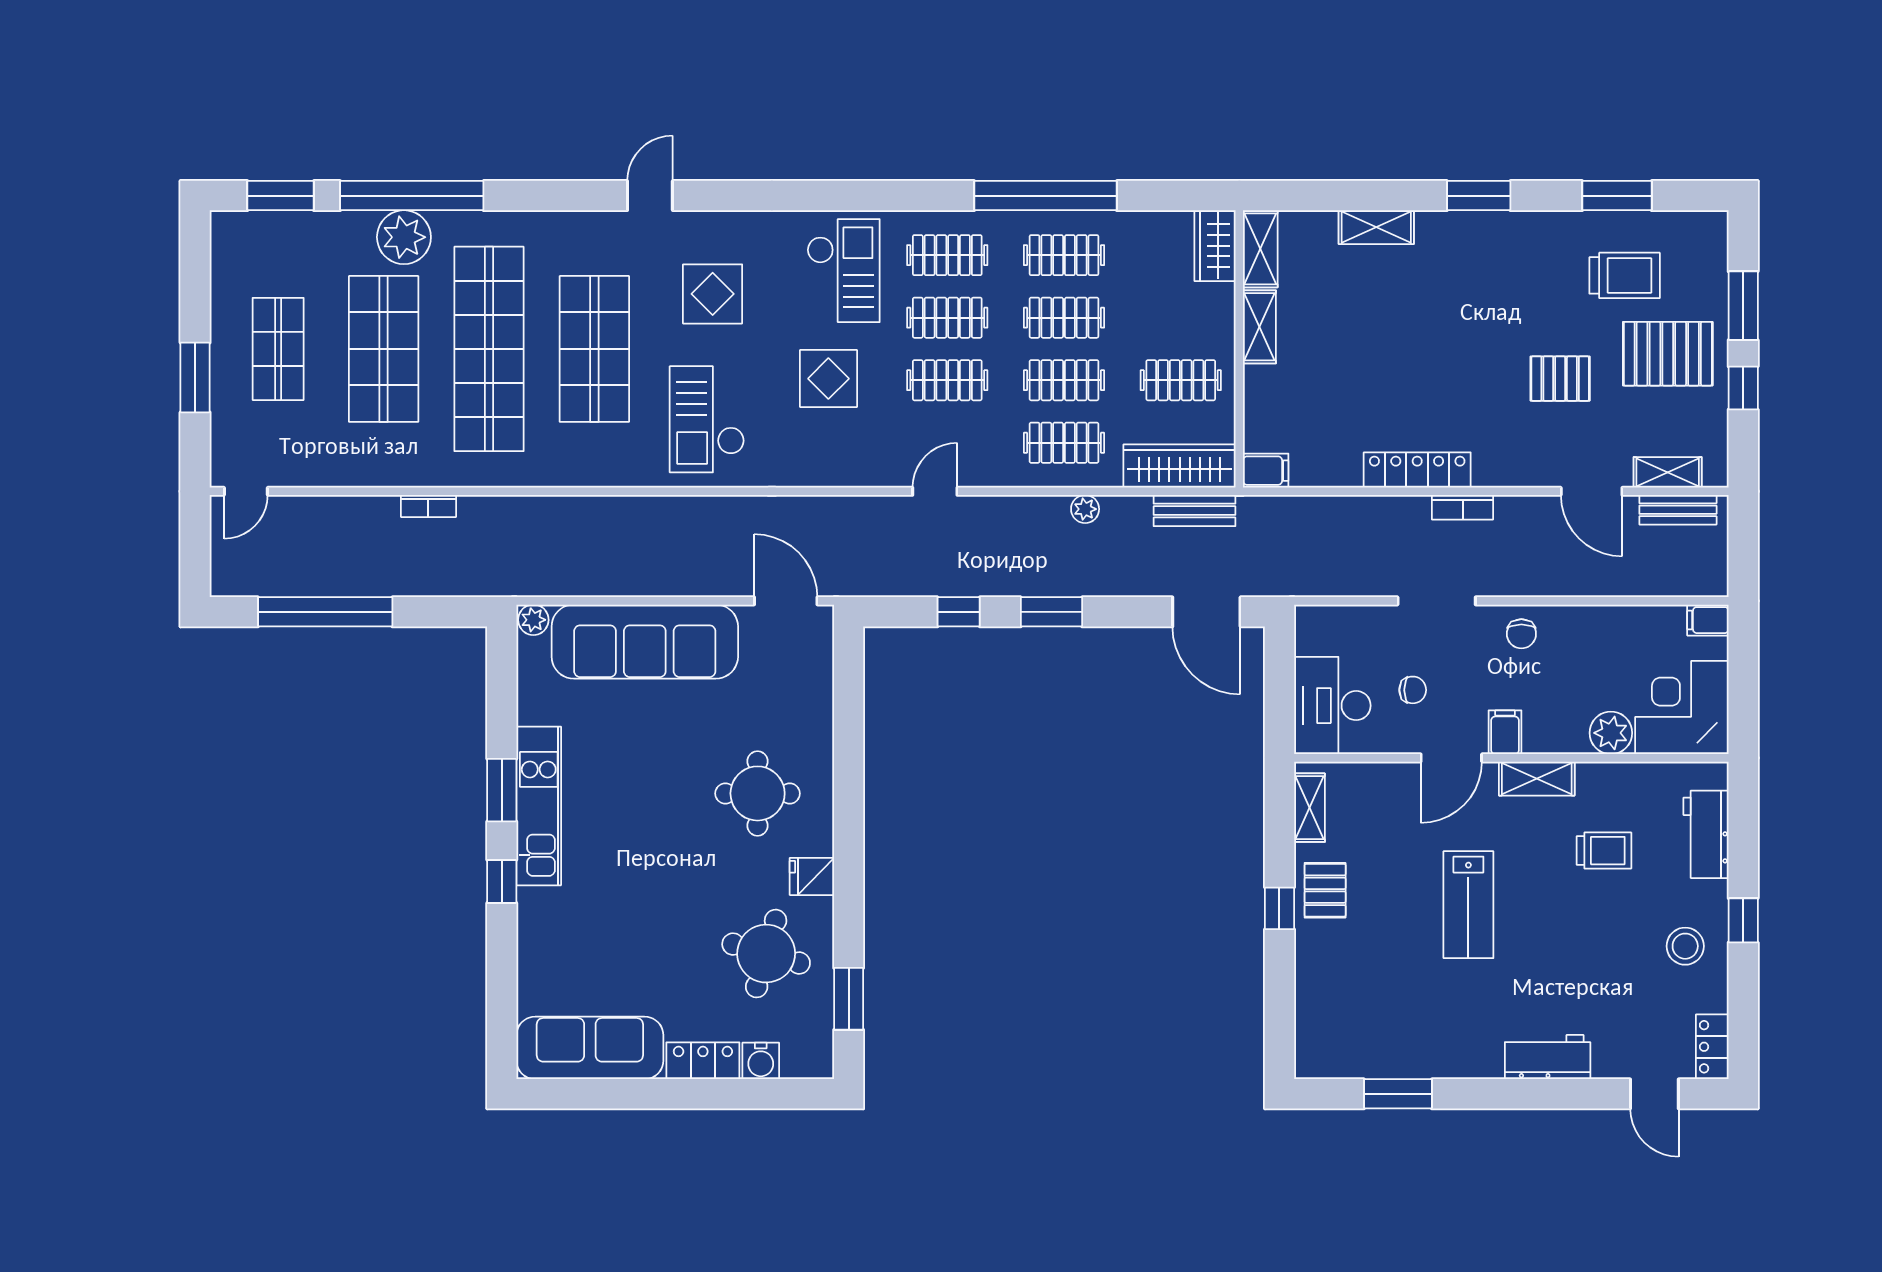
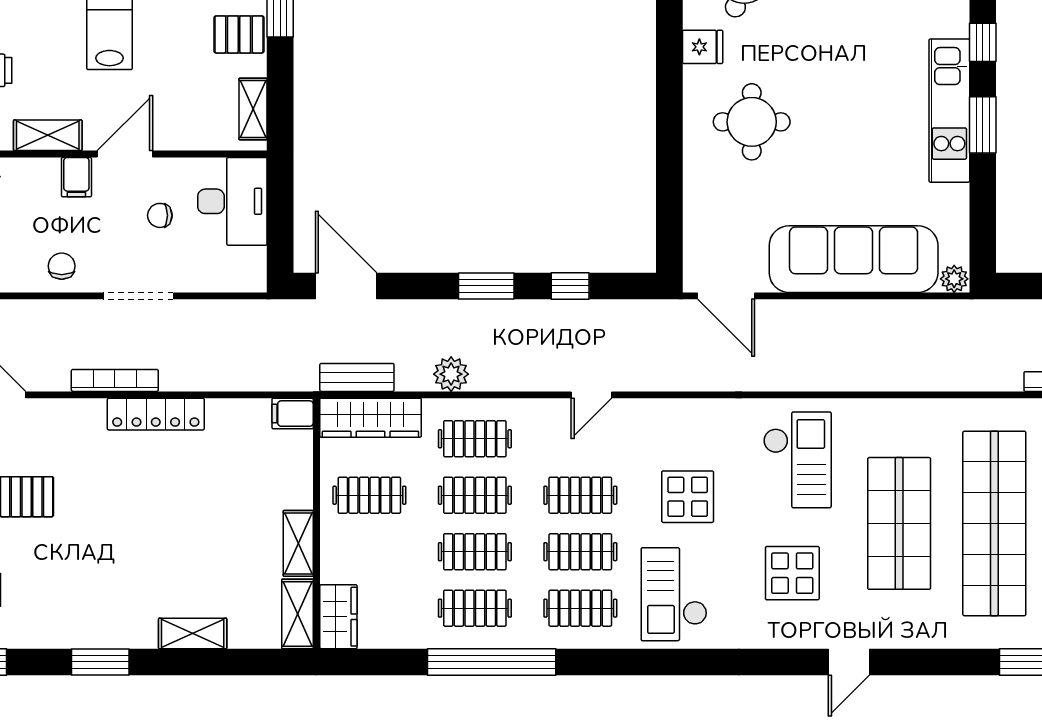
bookcase: (1463, 507) -> (115, 380), width x1.56
plant: (1085, 509) -> (451, 374), width x1.38, depth x1.38
pallet: (1325, 890) -> (239, 34), turned 90

